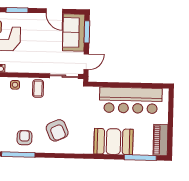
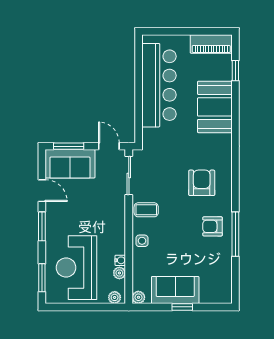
window: (17, 10) -> (42, 226), moved
door: (54, 11) -> (42, 191), hinge flipped
armchair: (57, 130) -> (202, 183), turned -66
window: (140, 158) -> (235, 71), width x0.46

